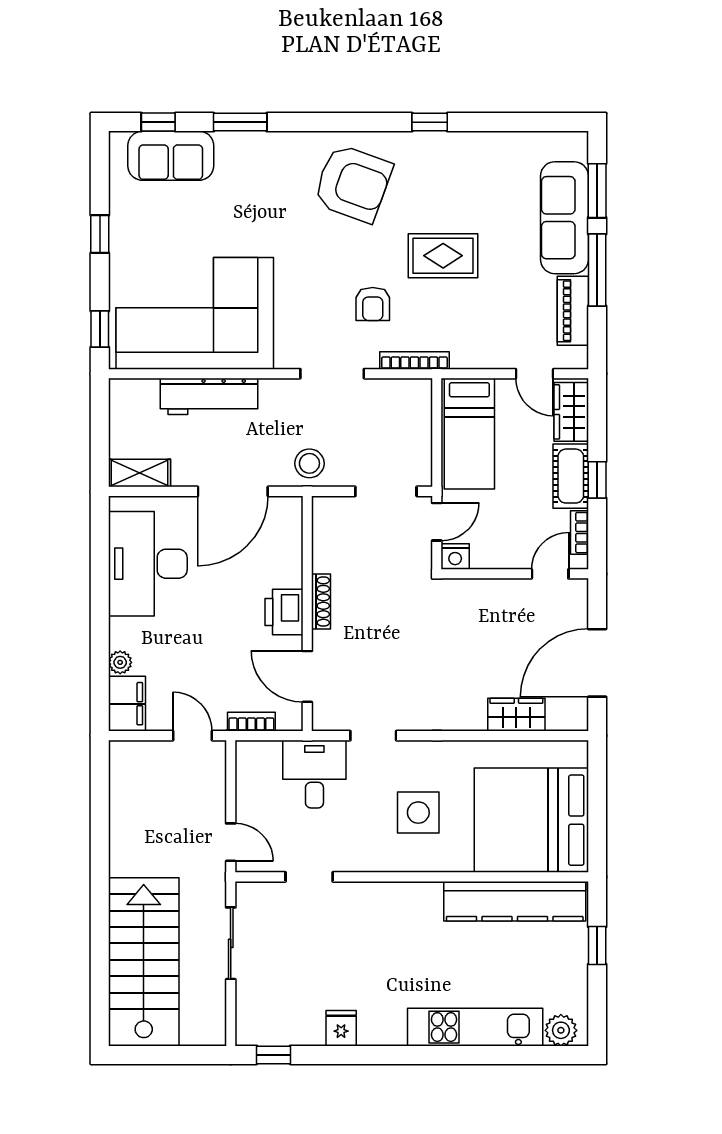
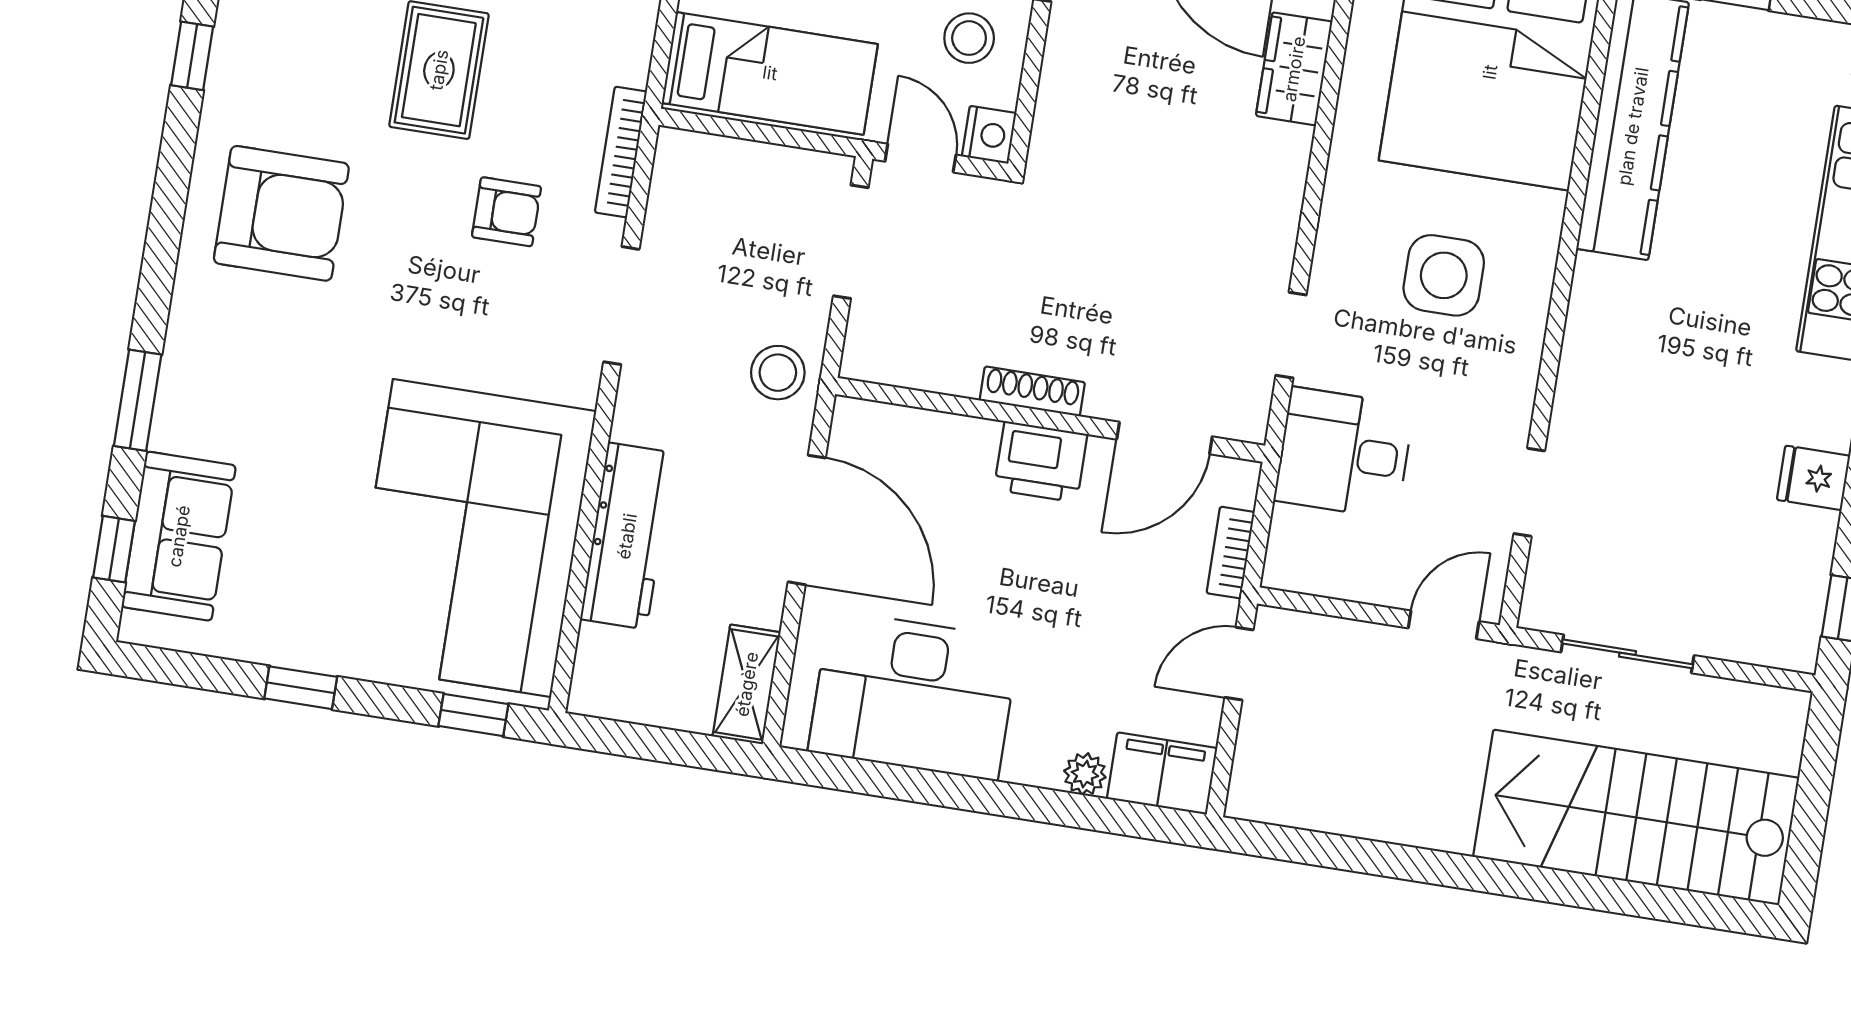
armchair: (353, 183) -> (281, 213), turned 70
stool: (505, 538) -> (969, 38), added

